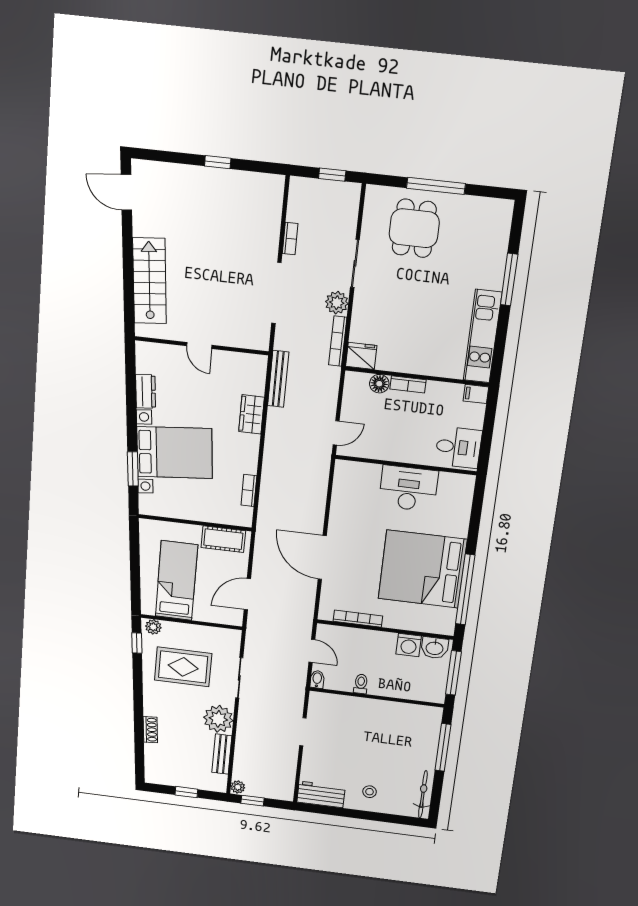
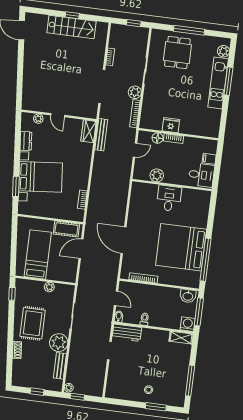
plant: (500, 224) -> (223, 51), added
stairs: (150, 281) -> (72, 27), moved, turned 95
kitchen unit: (483, 336) -> (218, 83), moved
plant: (165, 352) -> (38, 119), added
fridge: (361, 356) -> (171, 125), moved
filing cabinet: (476, 394) -> (209, 159), moved
wardrobe: (252, 414) -> (89, 131), moved
door: (336, 433) -> (135, 150), moved
plant: (379, 449) -> (157, 175), added
desk: (408, 488) -> (169, 198), width x0.73
door: (247, 594) -> (81, 249), moved
plant: (153, 627) -> (49, 287), moved
washing machine: (409, 645) -> (188, 324), moved, turned 180
rug: (183, 667) -> (33, 323), moved, turned 90
shelving: (423, 713) -> (181, 338), added
window: (443, 747) -> (190, 381), moved
workbench: (321, 794) -> (127, 333), moved, turned 180
bicycle: (423, 794) -> (181, 391), removed
window: (382, 817) -> (156, 407), added

